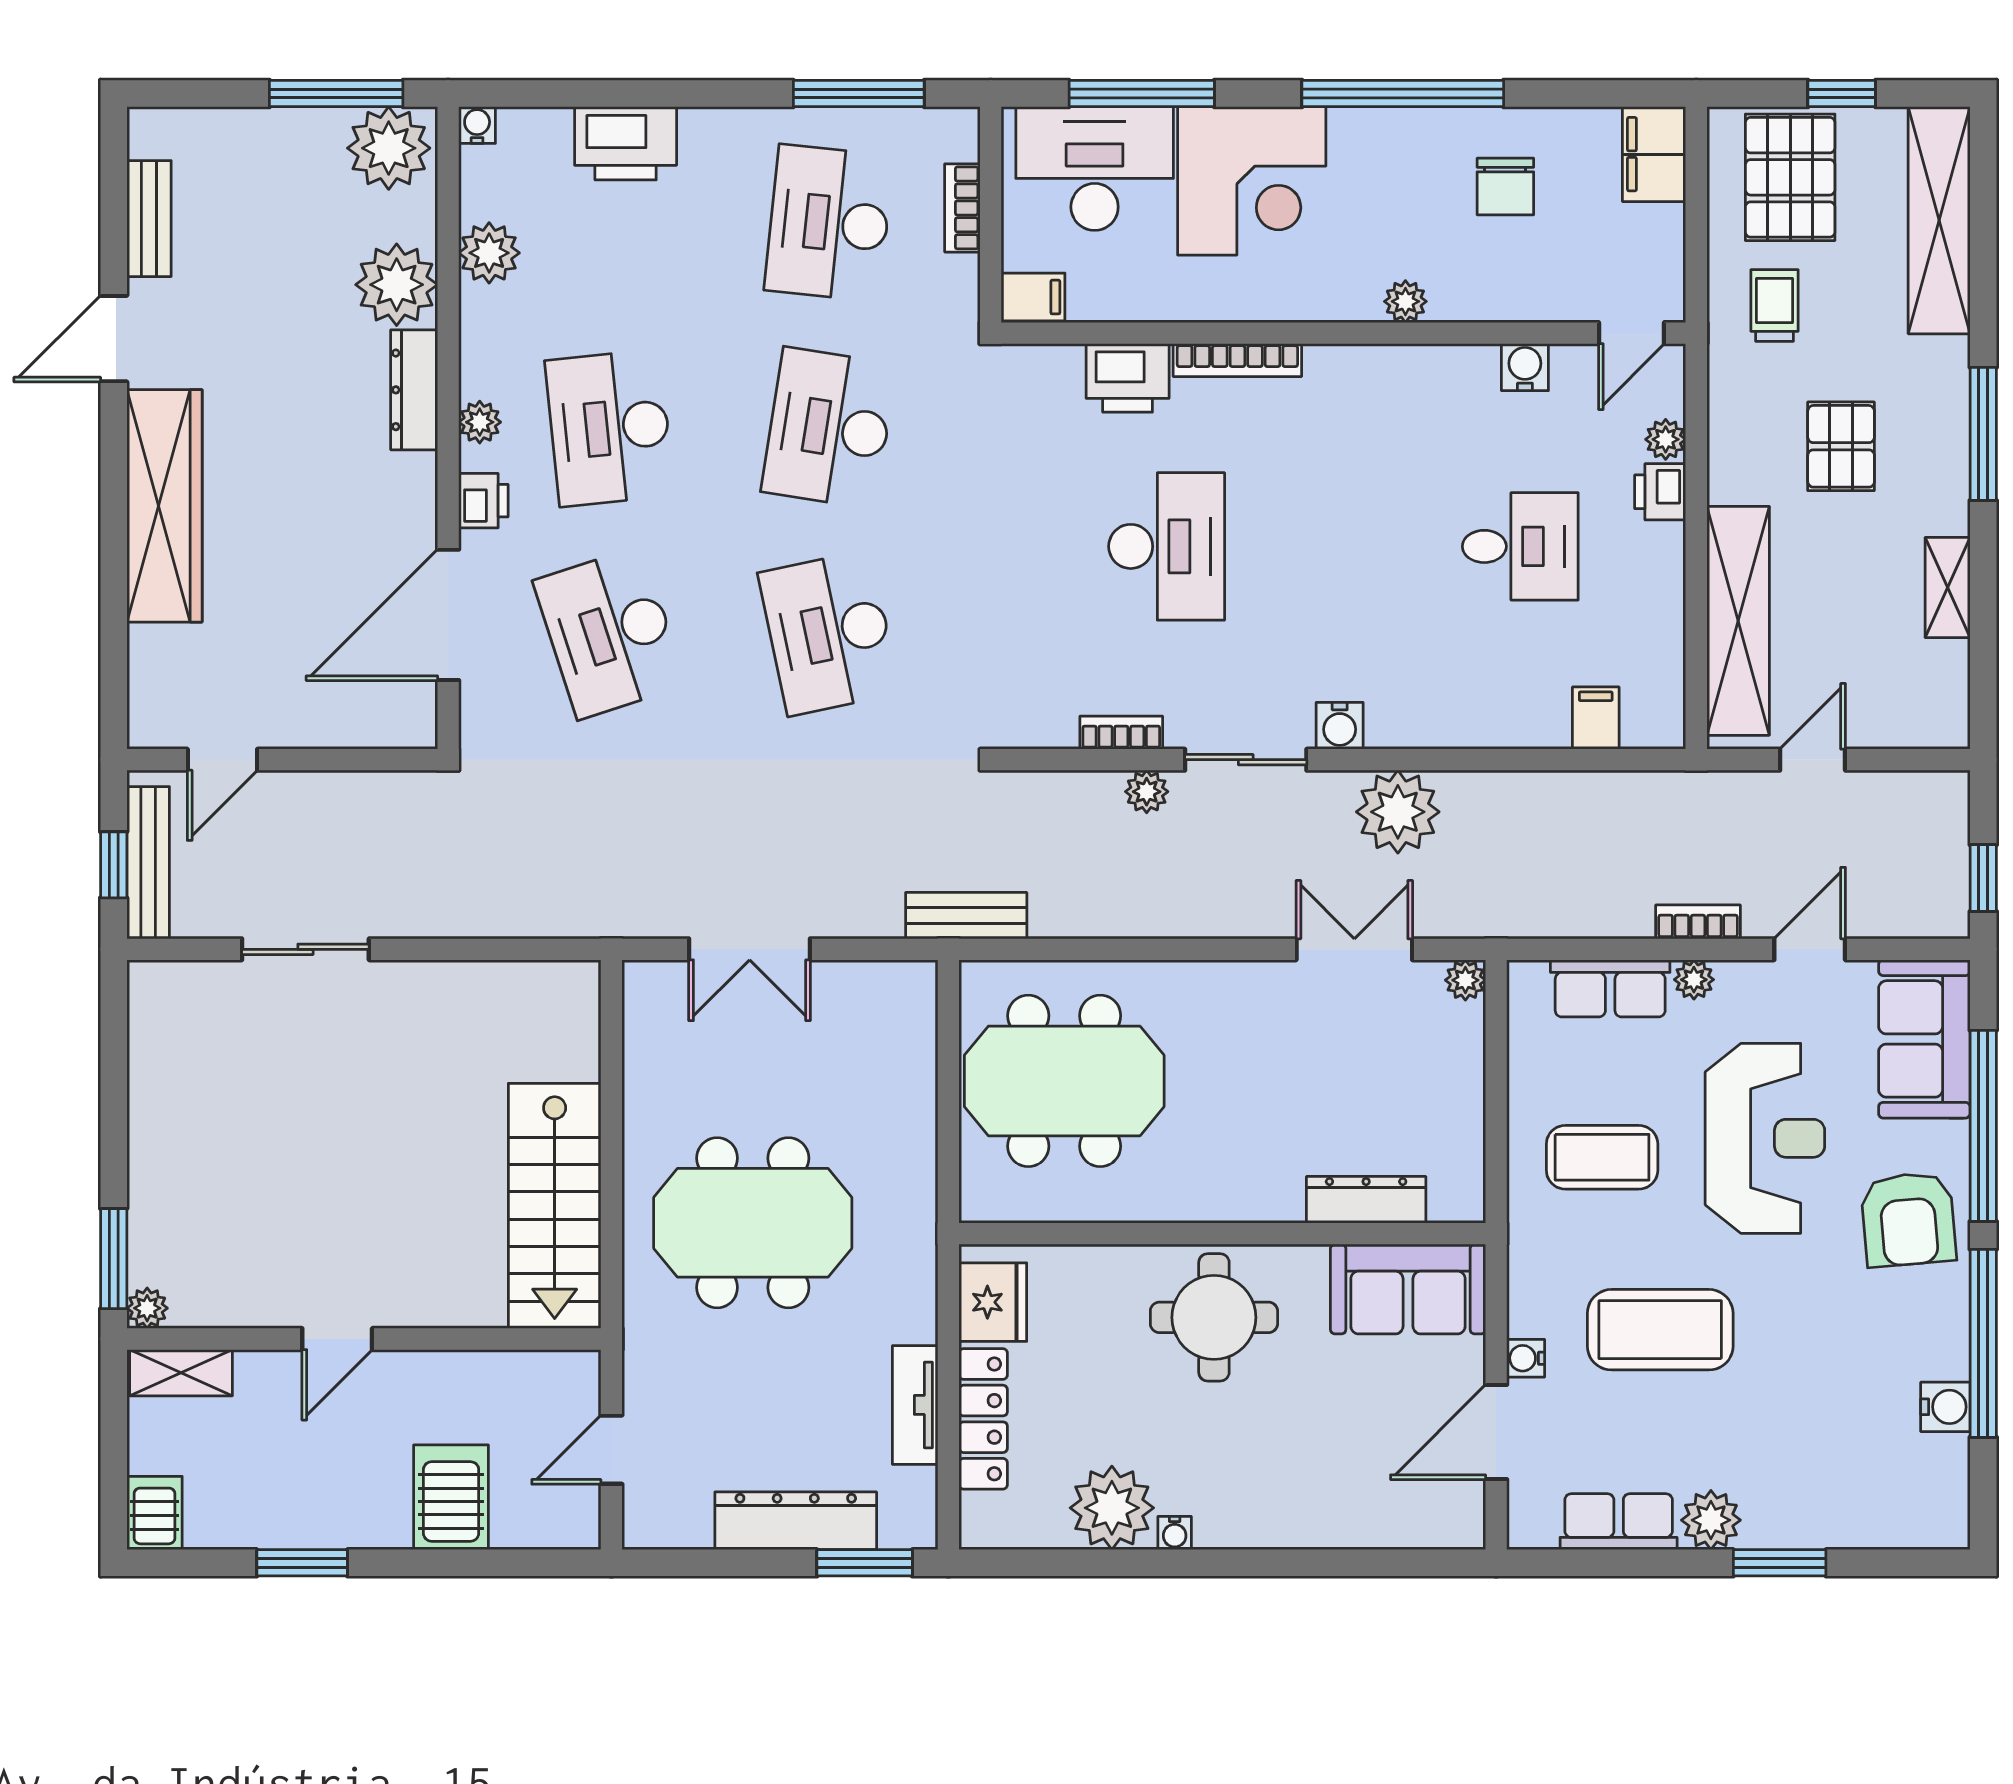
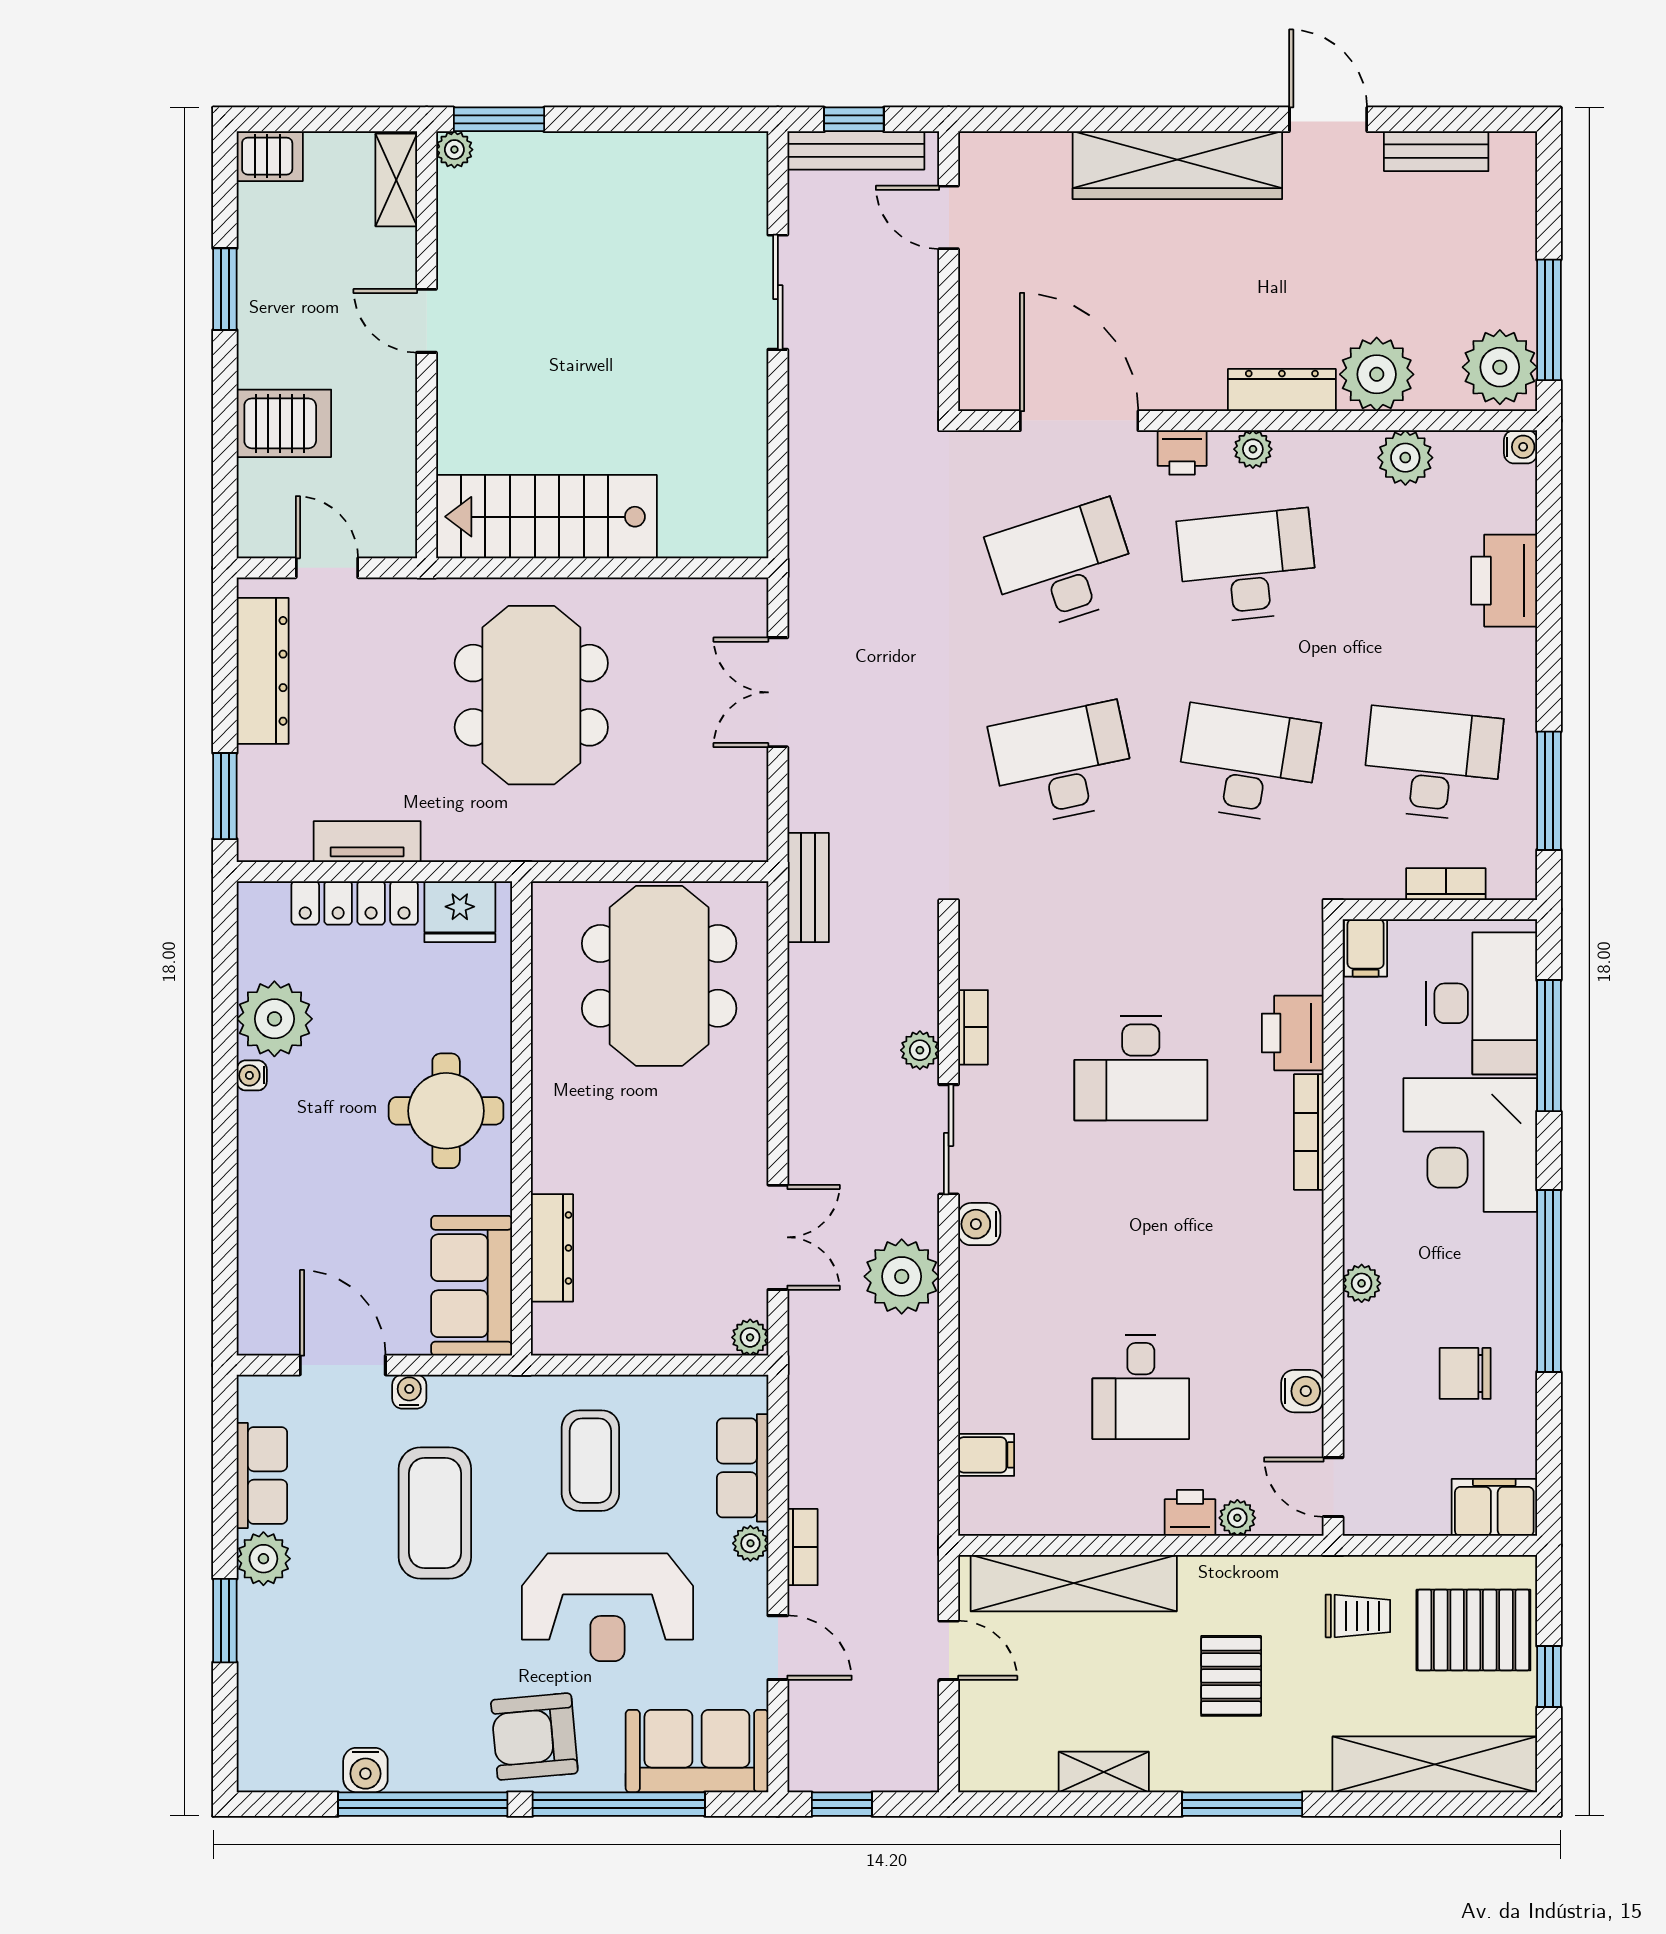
pallet: (1841, 446) -> (1231, 1676), turned 90
dresser: (796, 1521) -> (263, 671), moved

